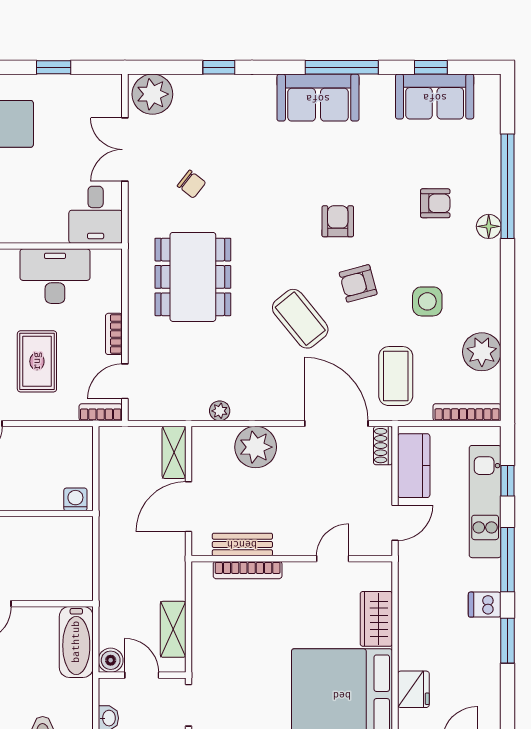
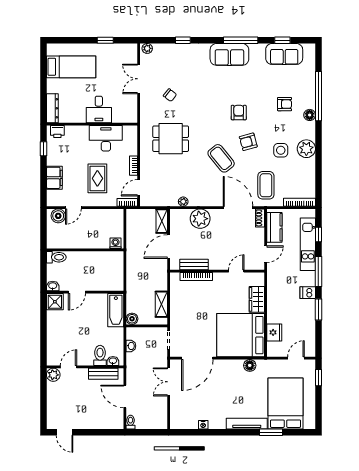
plant: (152, 94) -> (147, 48), width x0.53, depth x0.53
desk: (96, 215) -> (99, 109), moved
dining table: (193, 277) -> (171, 139), width x0.73
plant: (482, 352) -> (306, 149), moved
door: (142, 675) -> (147, 326), removed

